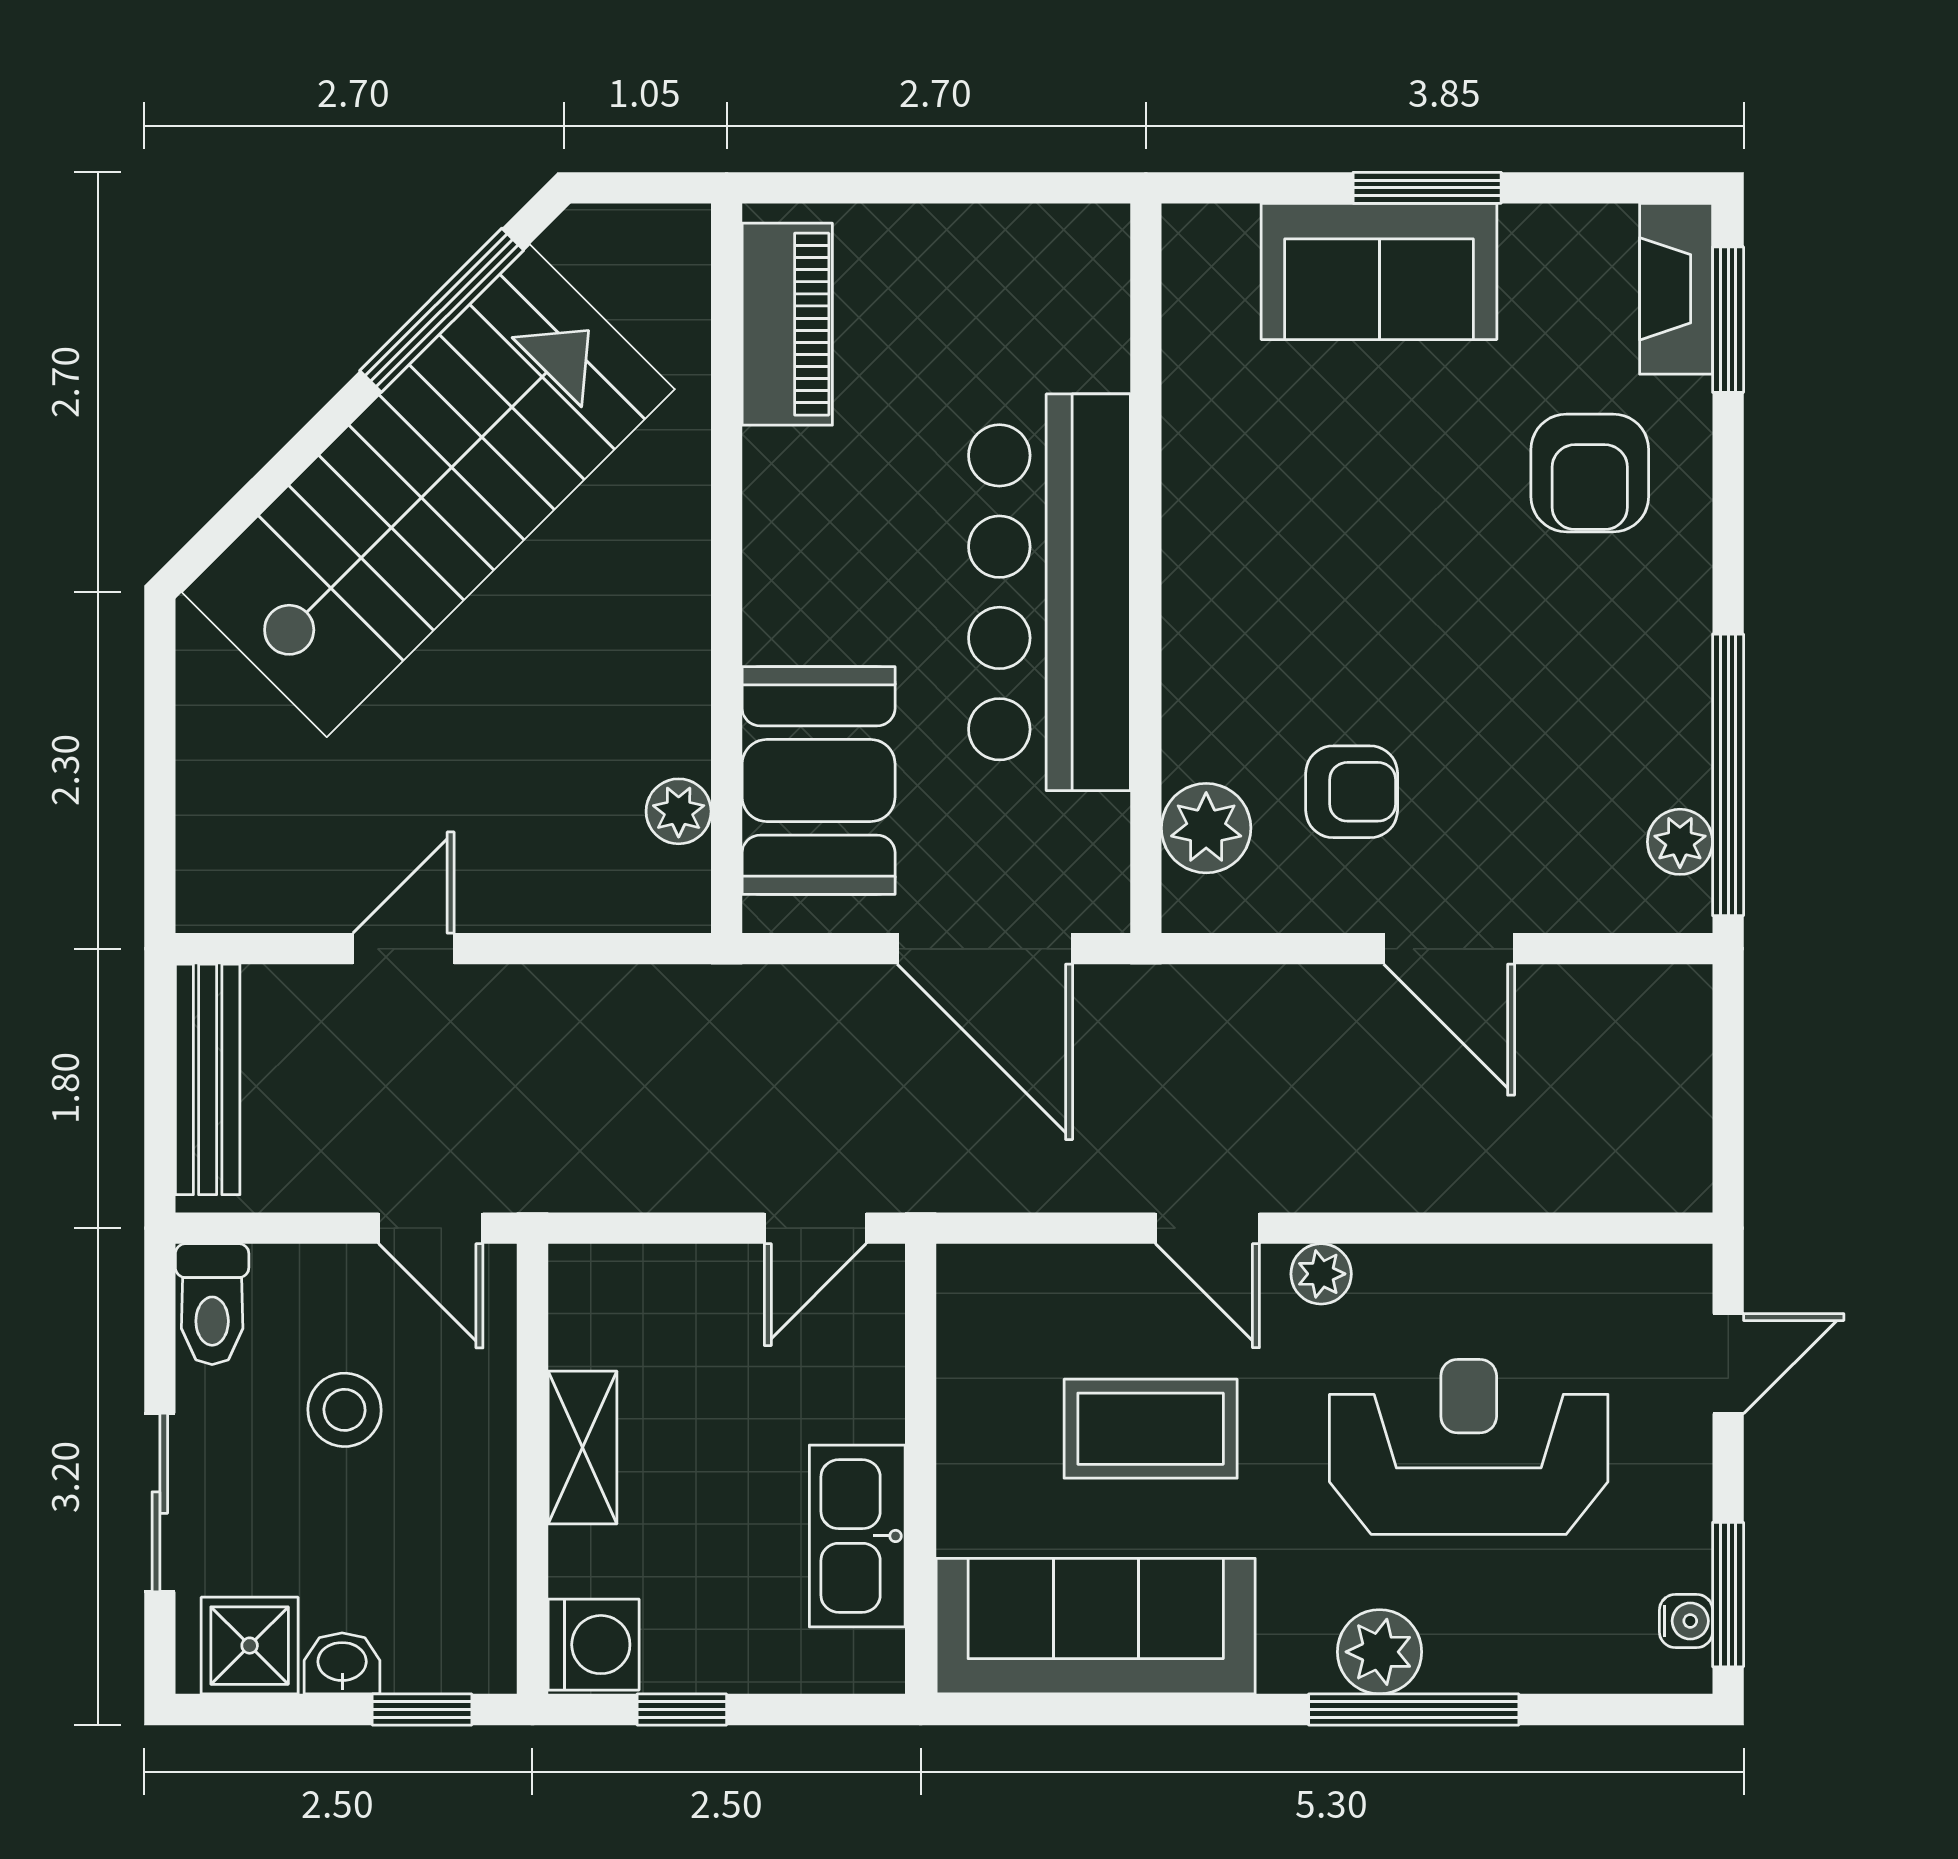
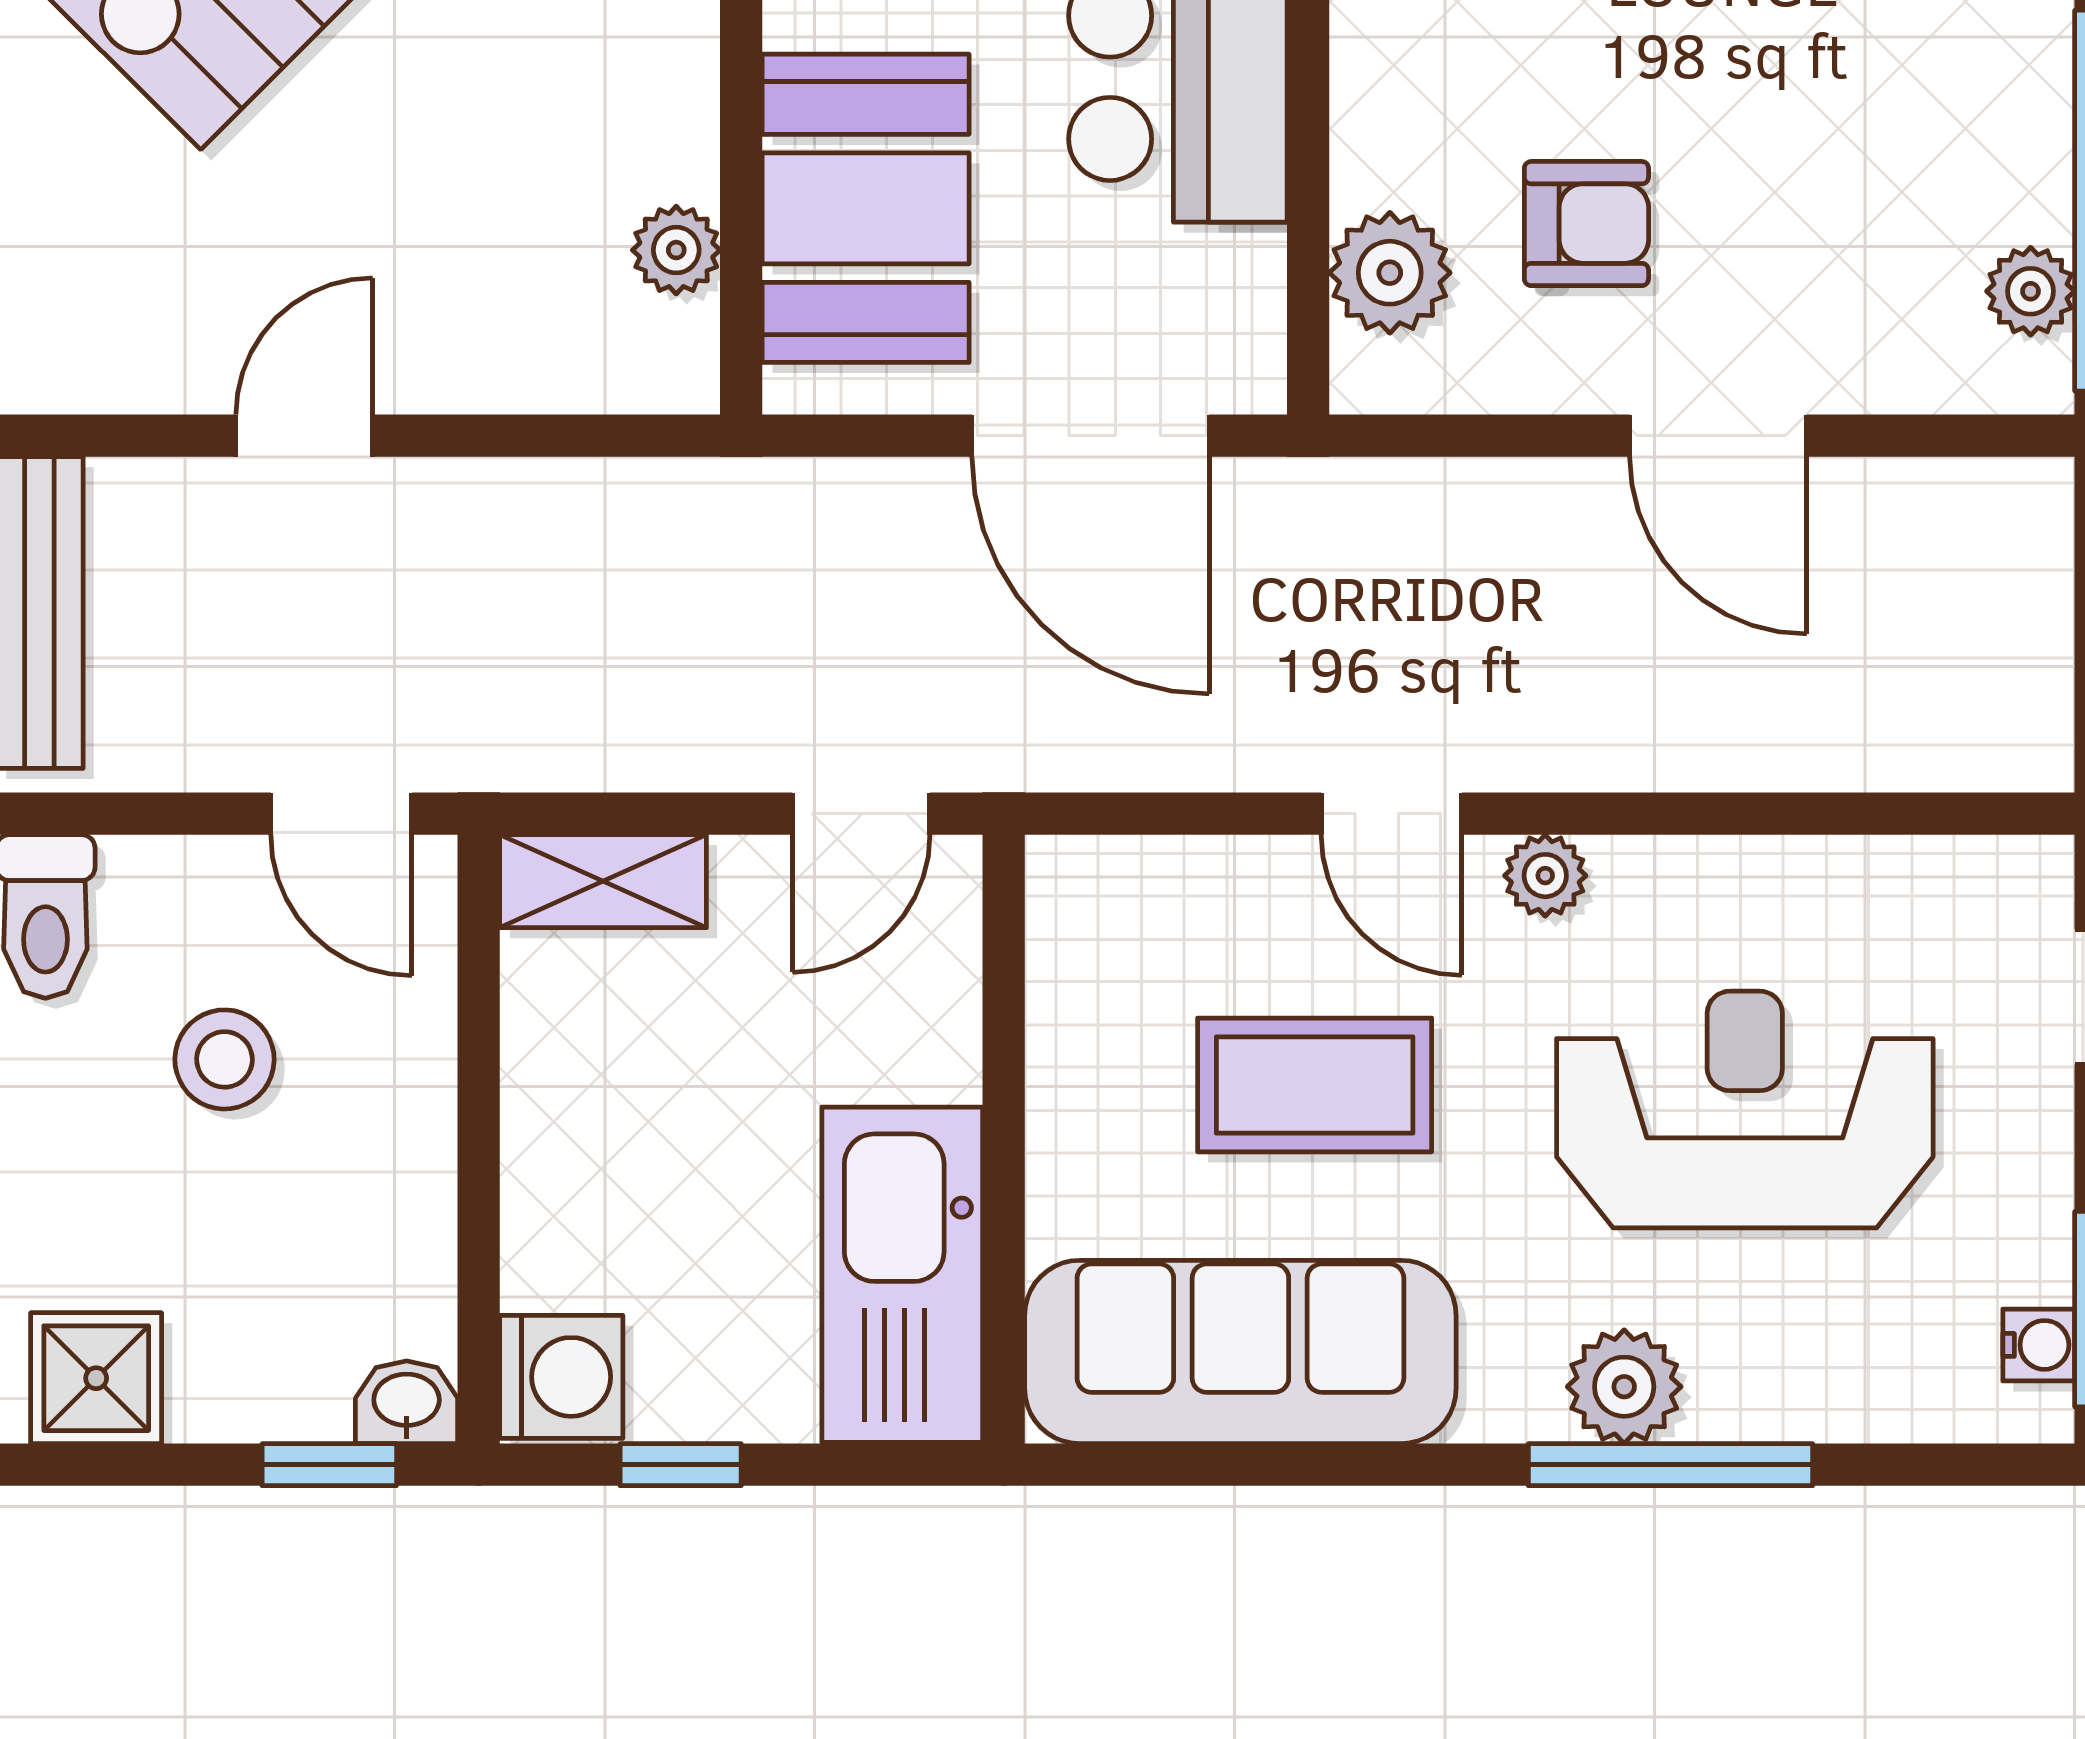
shelving: (582, 1448) -> (603, 881), moved, turned 90
kitchen sink: (857, 1536) -> (902, 1275), width x1.36, depth x1.24
washbasin: (342, 1663) -> (407, 1402), moved

